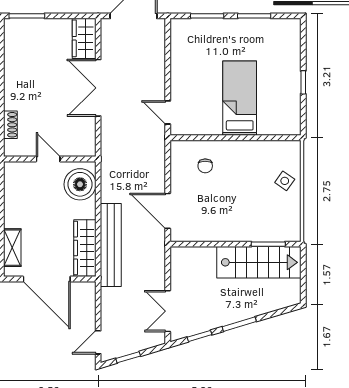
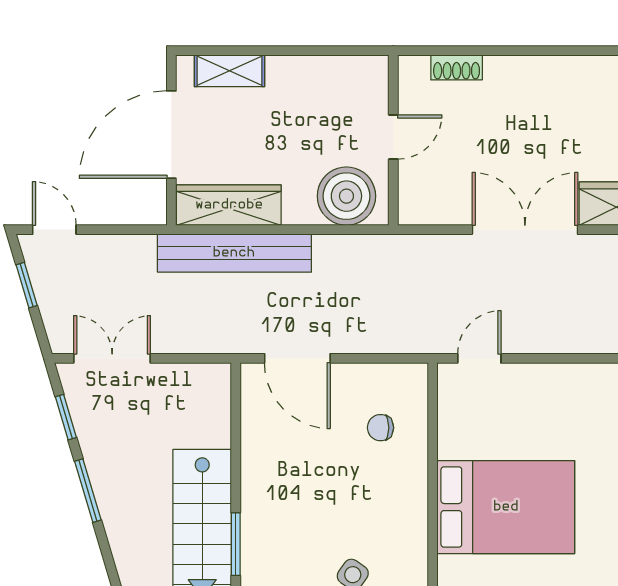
bed: (240, 98) -> (506, 507), width x1.50
door: (168, 211) -> (297, 358), swing flipped

